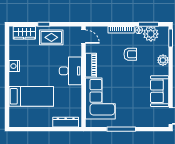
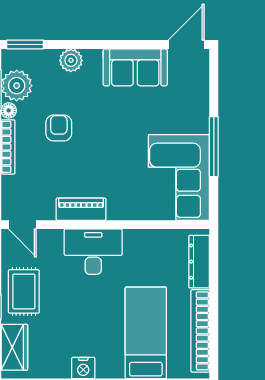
door: (84, 37) -> (22, 225), swing flipped
corner sofa: (100, 99) -> (179, 177), moved, turned -90
bookcase: (32, 123) -> (200, 331), added

